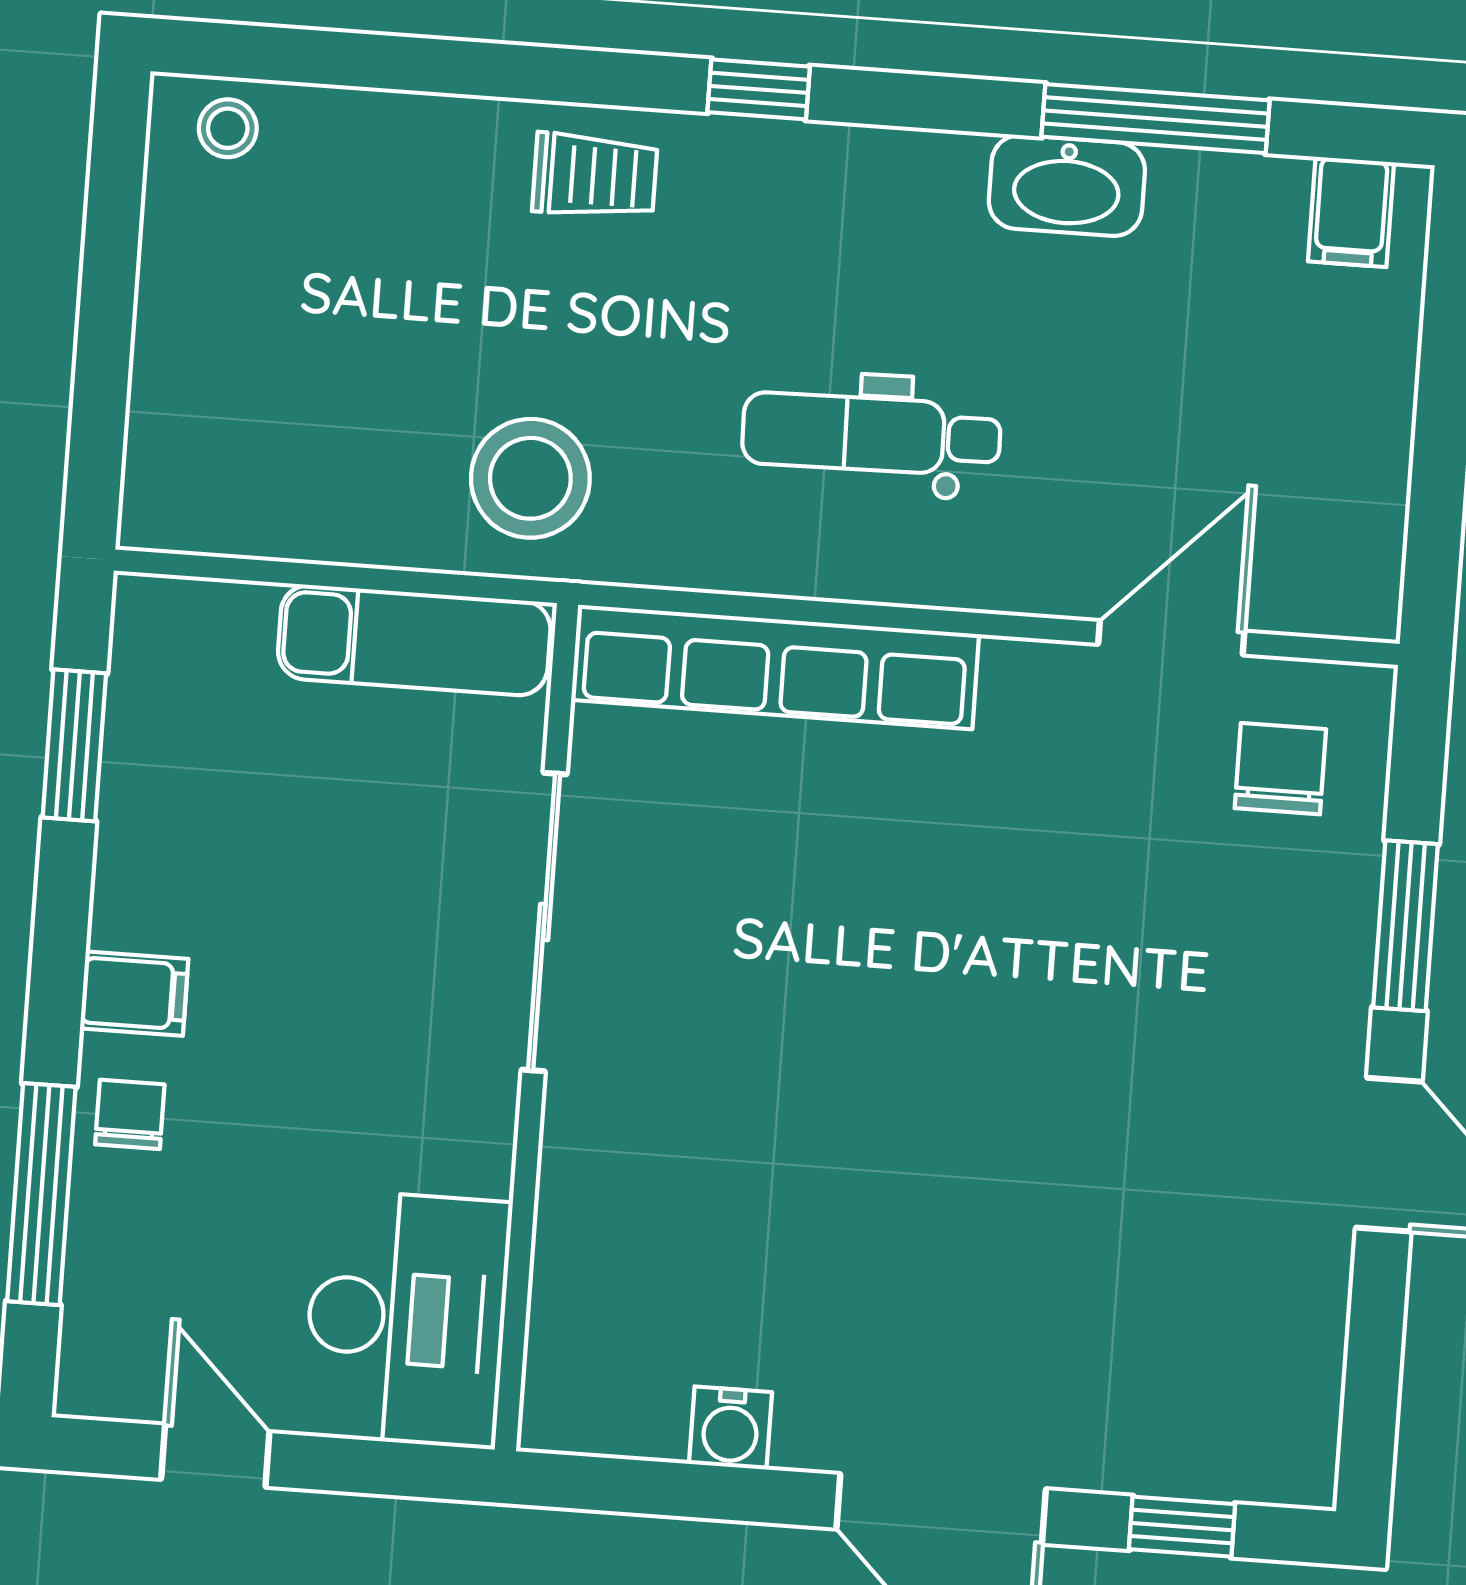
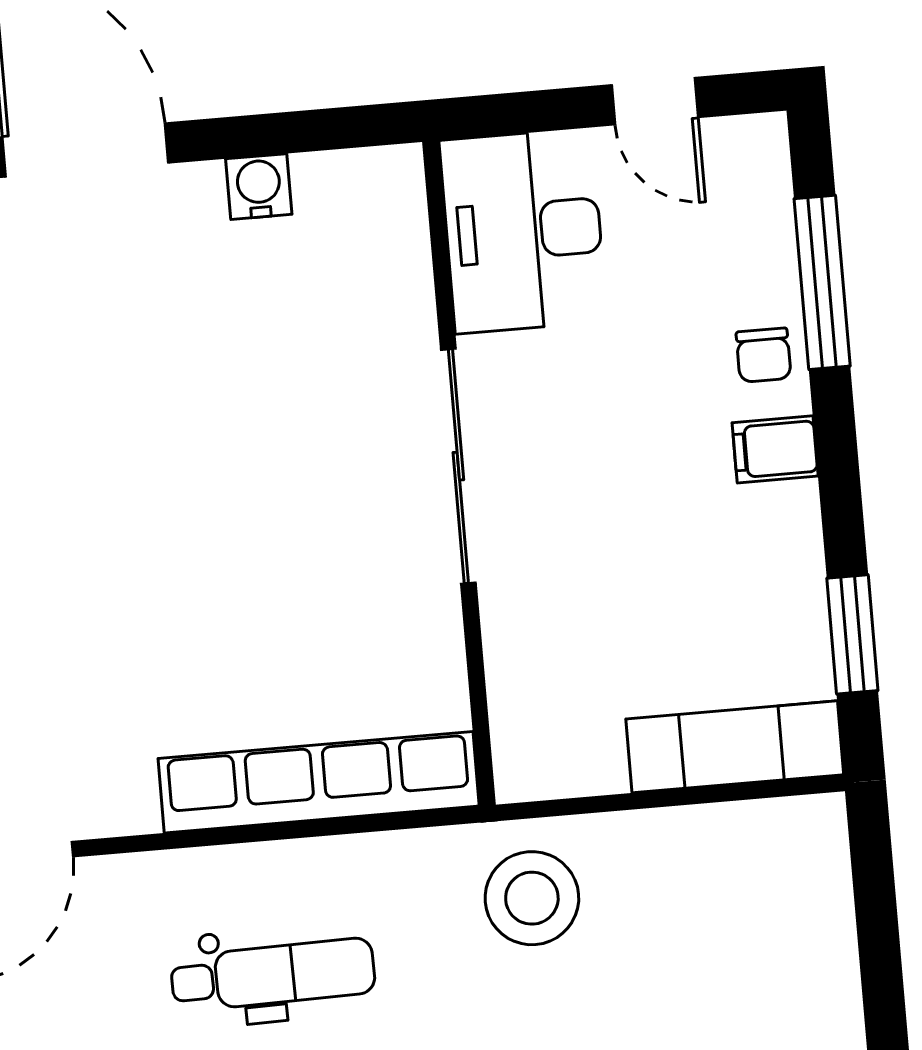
exam couch: (414, 640) -> (735, 747), moved
sliding door: (544, 922) -> (458, 466), moved

